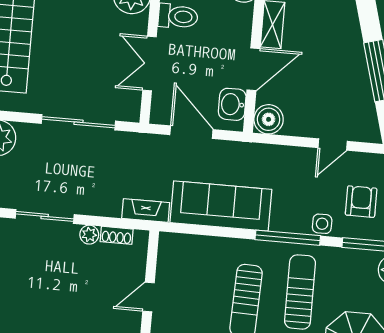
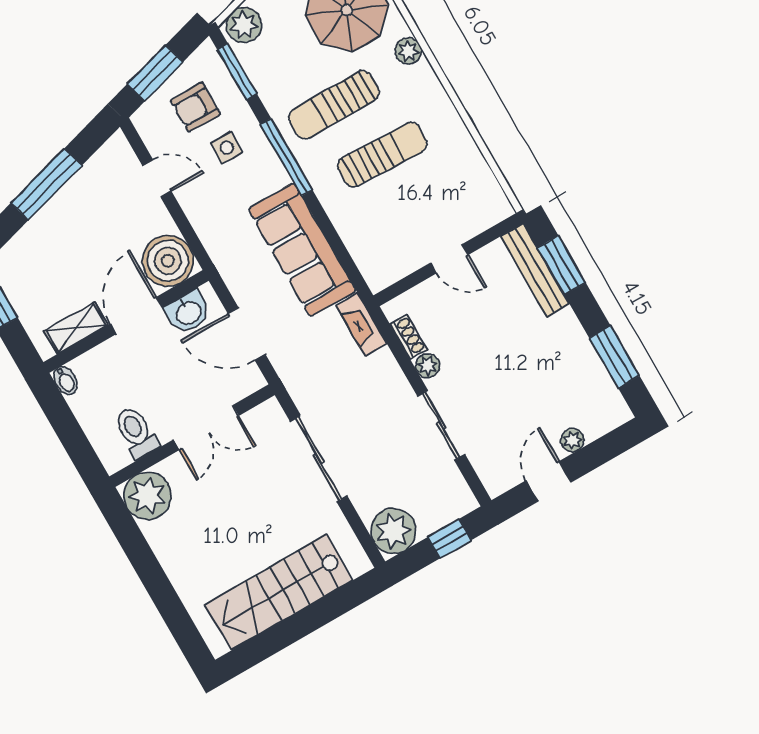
door: (253, 69) -> (136, 316), hinge flipped
boiler: (269, 119) -> (168, 261), width x1.37, depth x1.37
door: (191, 132) -> (247, 334), hinge flipped
side table: (322, 224) -> (227, 148), moved

